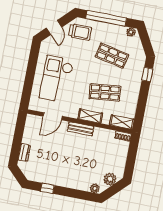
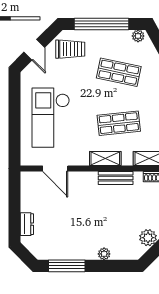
door: (53, 116) -> (55, 169), hinge flipped
bench: (81, 129) -> (116, 178), moved
window: (47, 188) -> (67, 266), width x2.17
plant: (95, 188) -> (104, 254), moved

